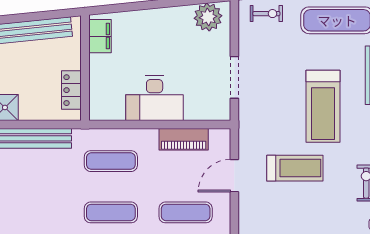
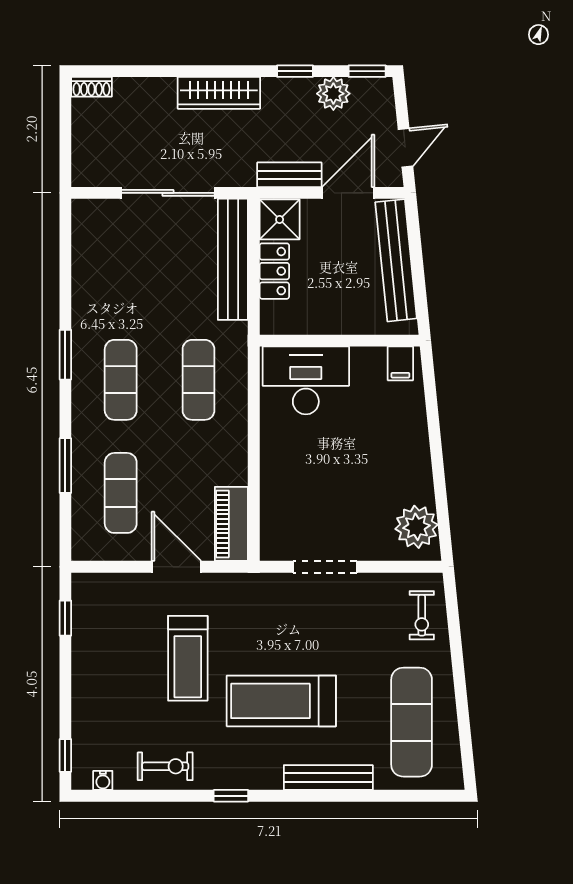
filing cabinet: (100, 36) -> (400, 363), width x0.50
locker: (71, 90) -> (274, 271), moved, turned 90
desk: (155, 98) -> (306, 380), moved, turned 90
piano: (184, 139) -> (231, 524), moved

